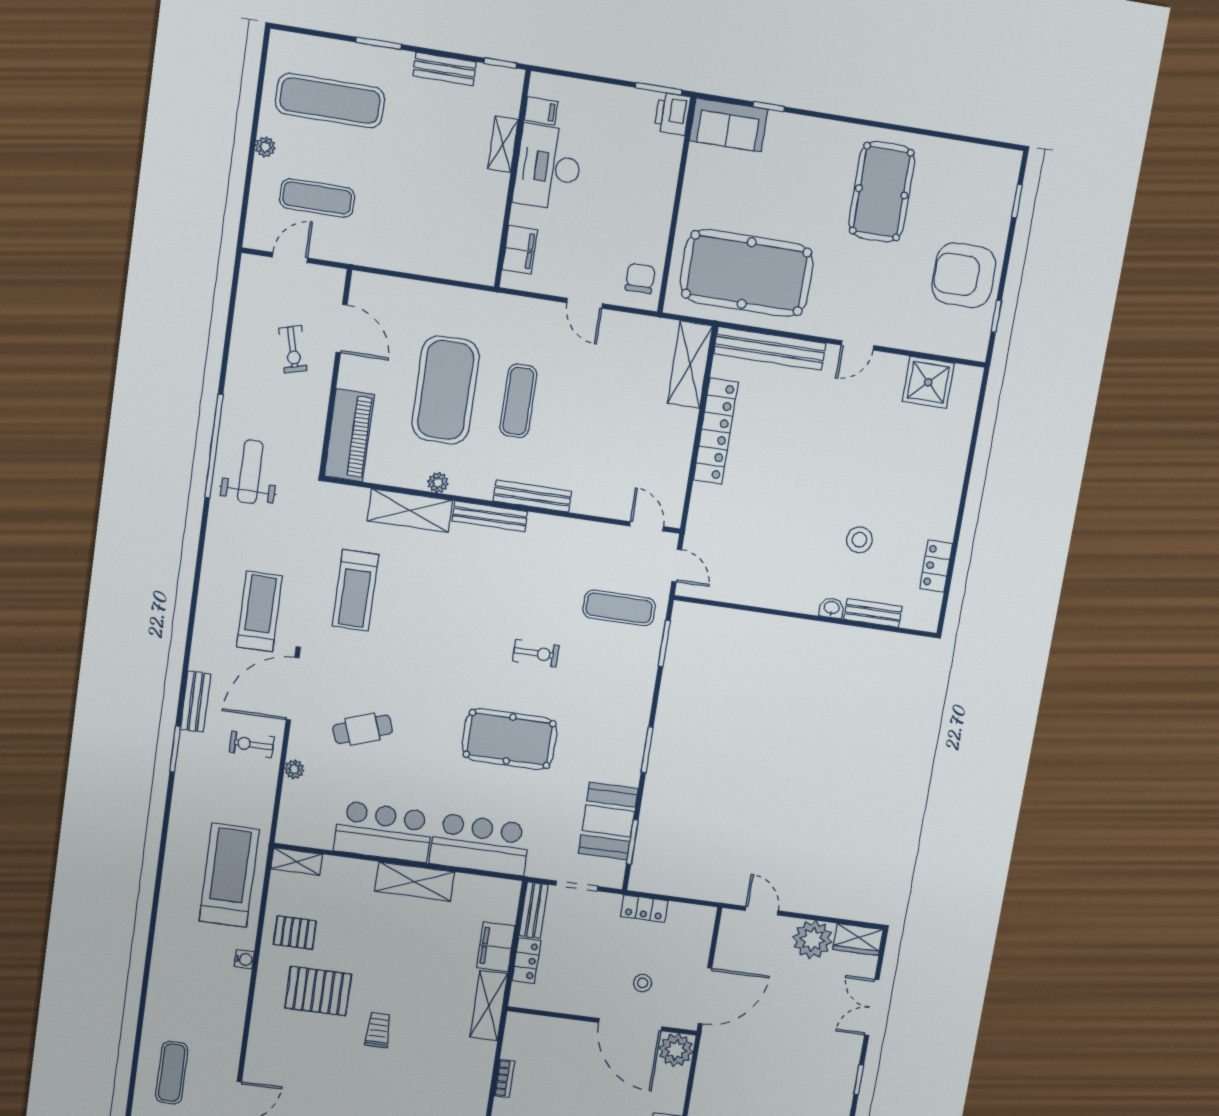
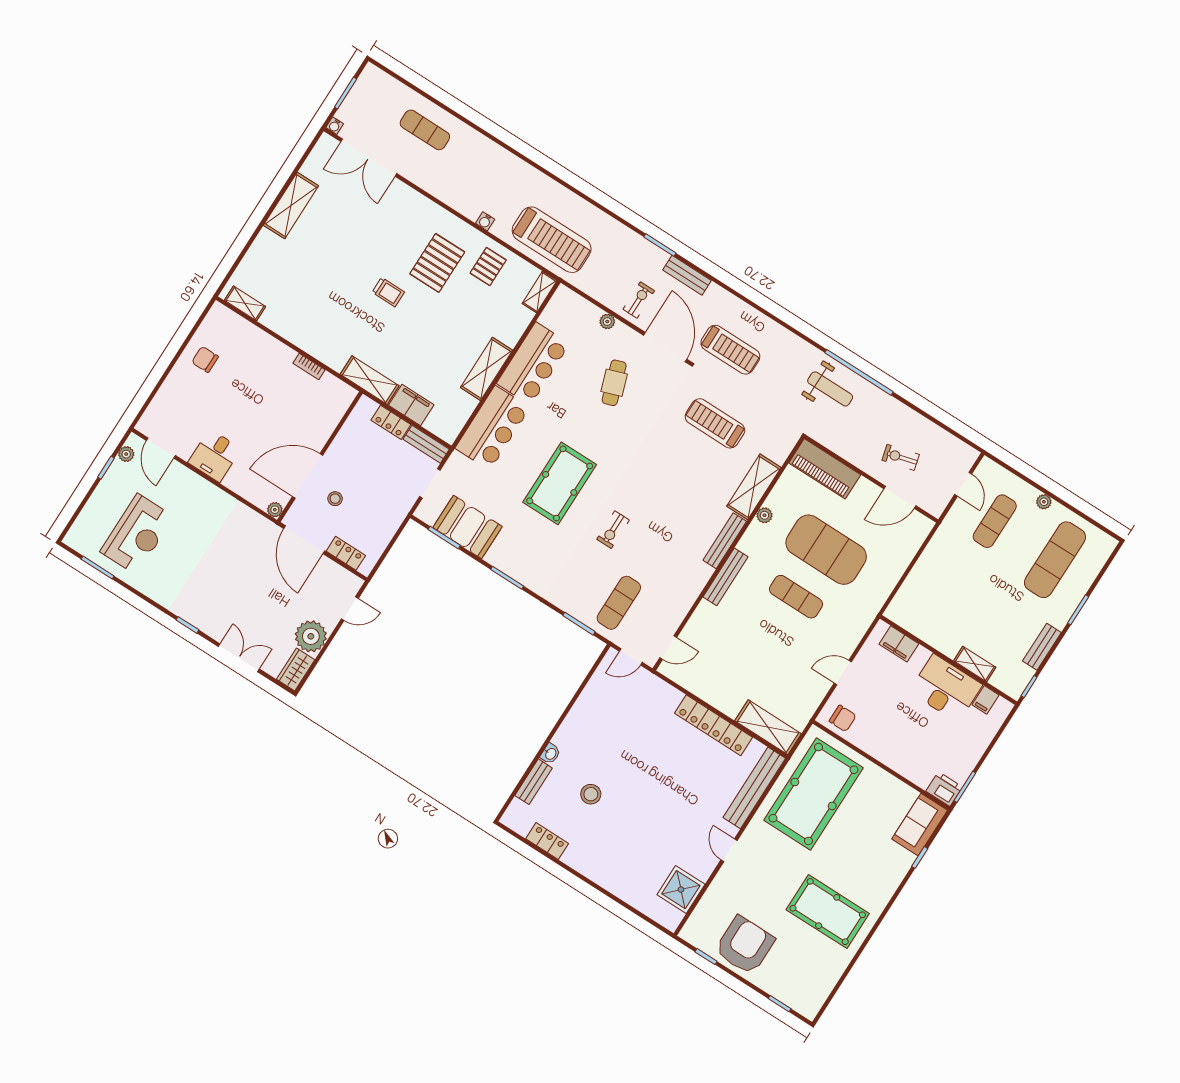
locker: (644, 909) -> (346, 553), moved, turned 90
plant: (676, 1050) -> (275, 510), width x0.53, depth x0.53

